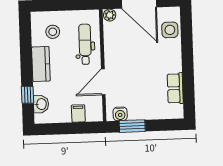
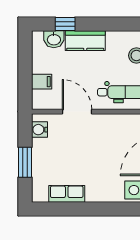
kitchen counter: (41, 64) -> (85, 41), moved
window: (132, 126) -> (25, 162), moved

